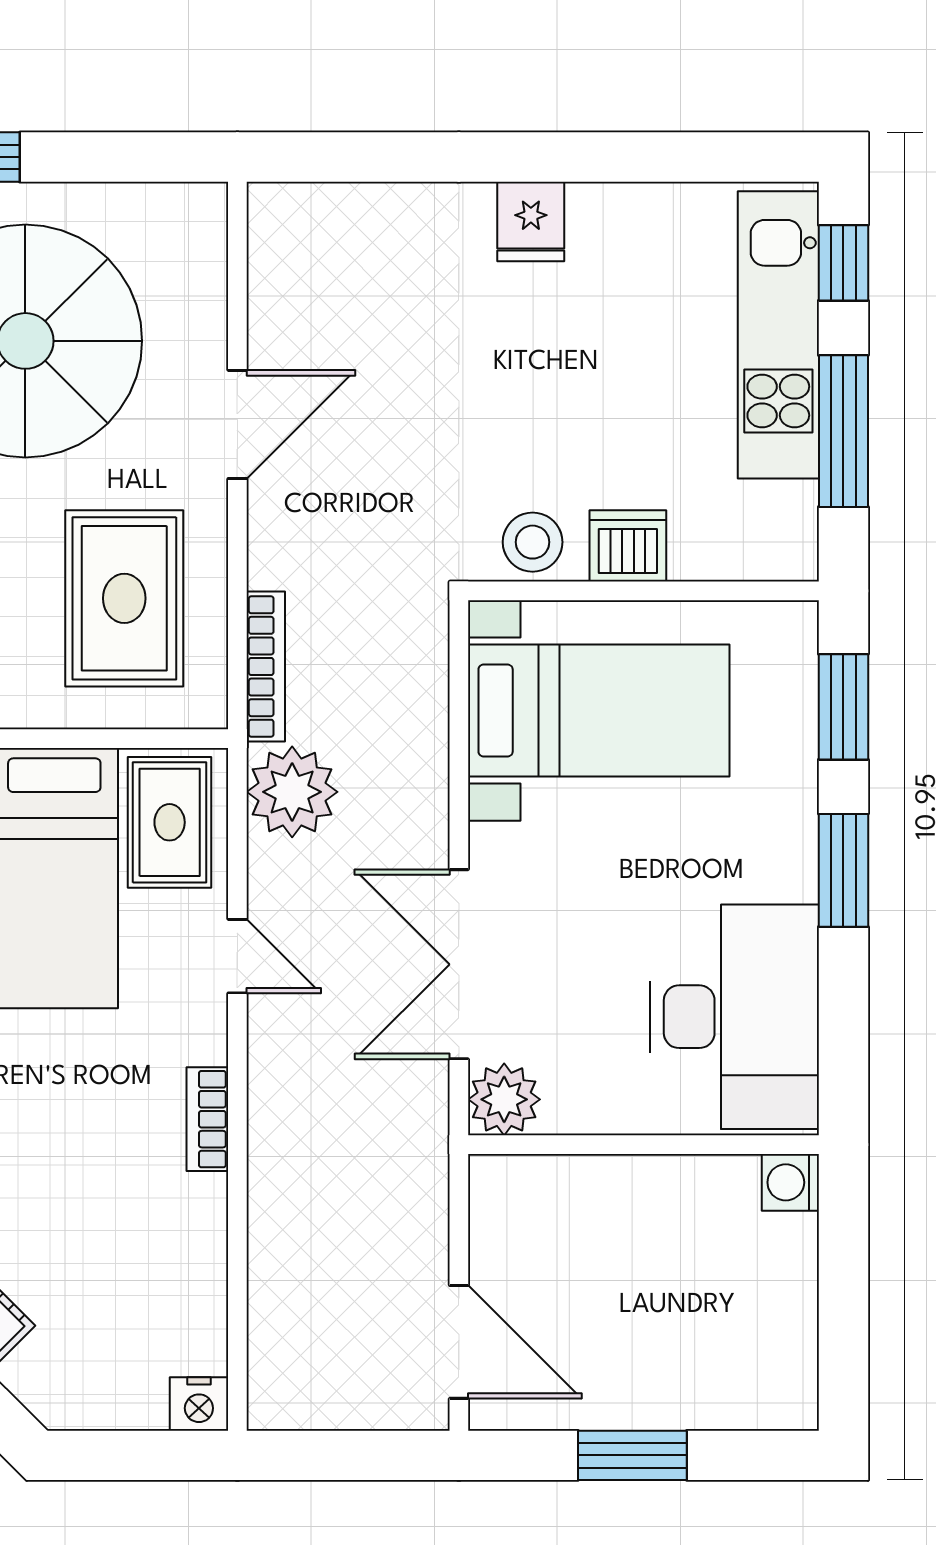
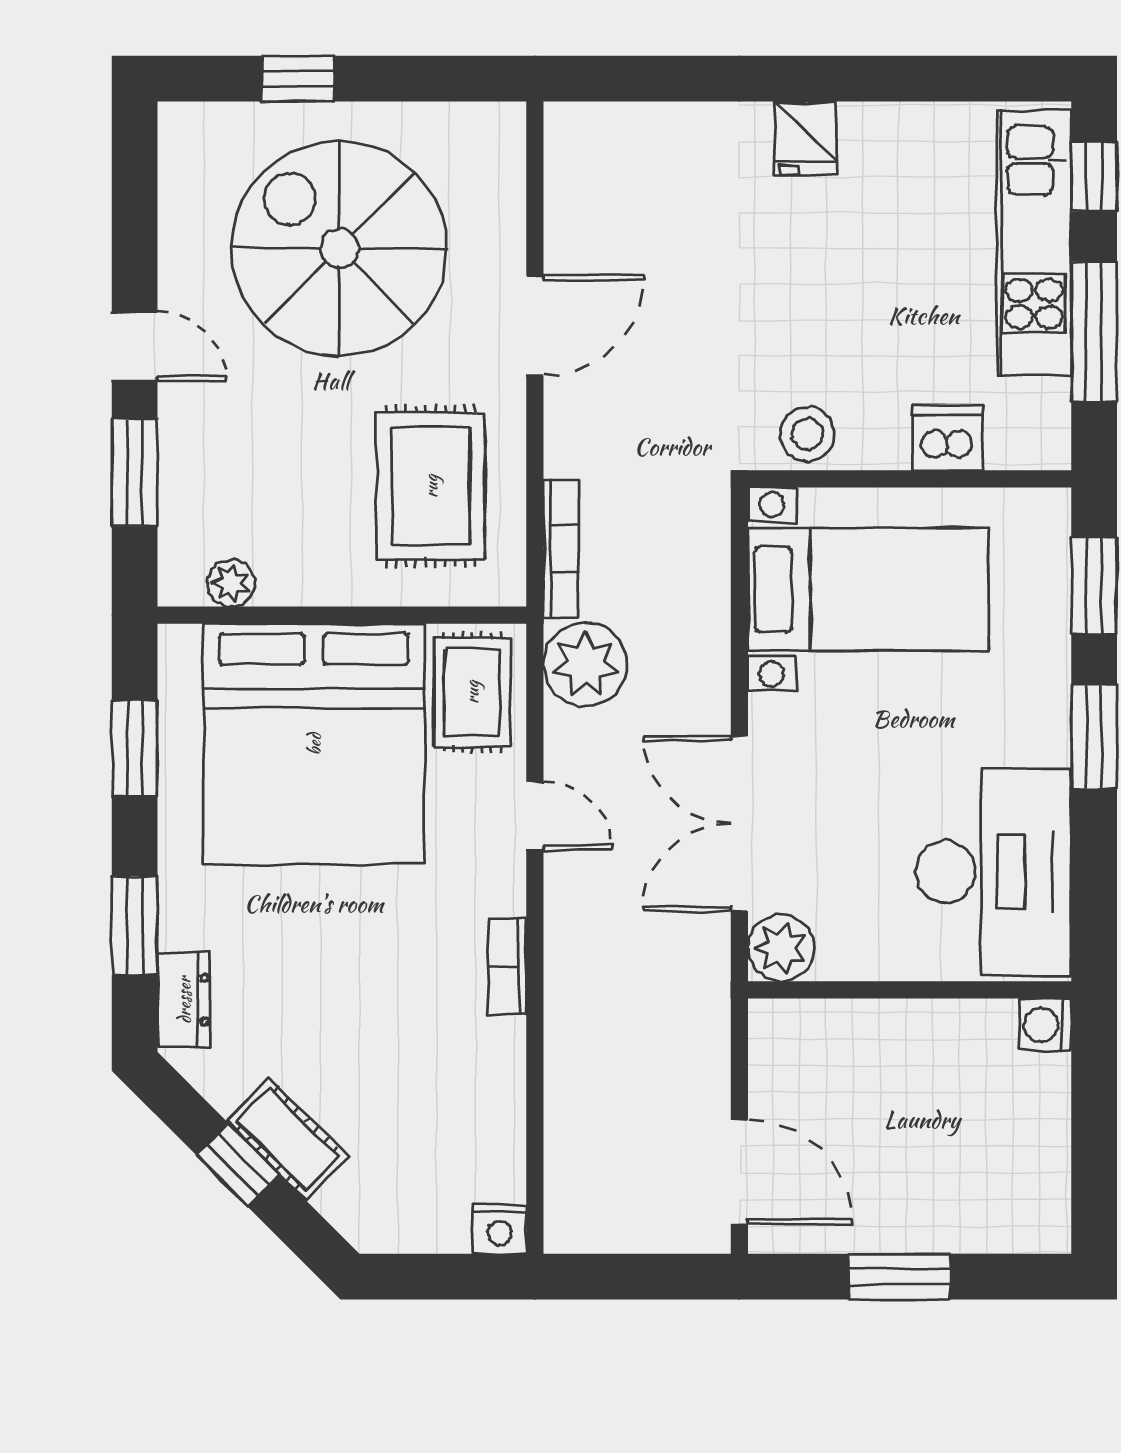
dishwasher: (628, 546) -> (947, 437), moved

